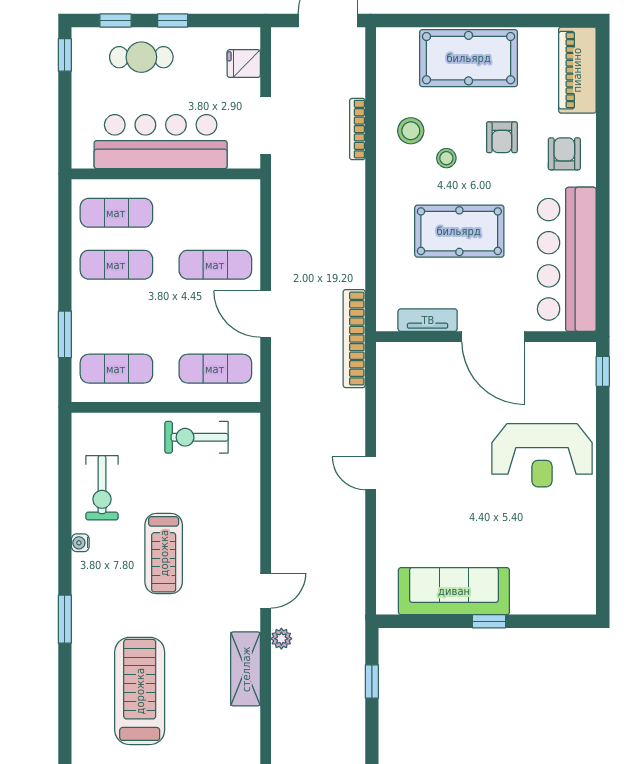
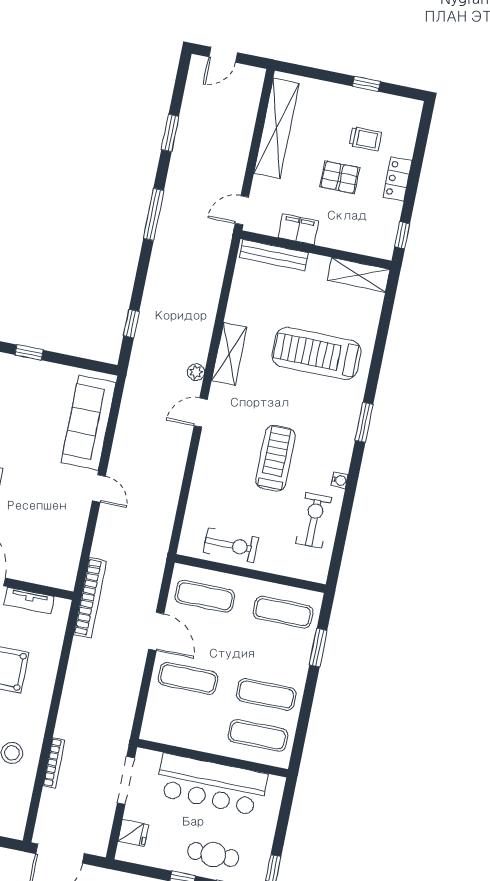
sofa: (454, 591) -> (89, 423), moved, turned 90
treadmill: (140, 691) -> (316, 353), turned 90

